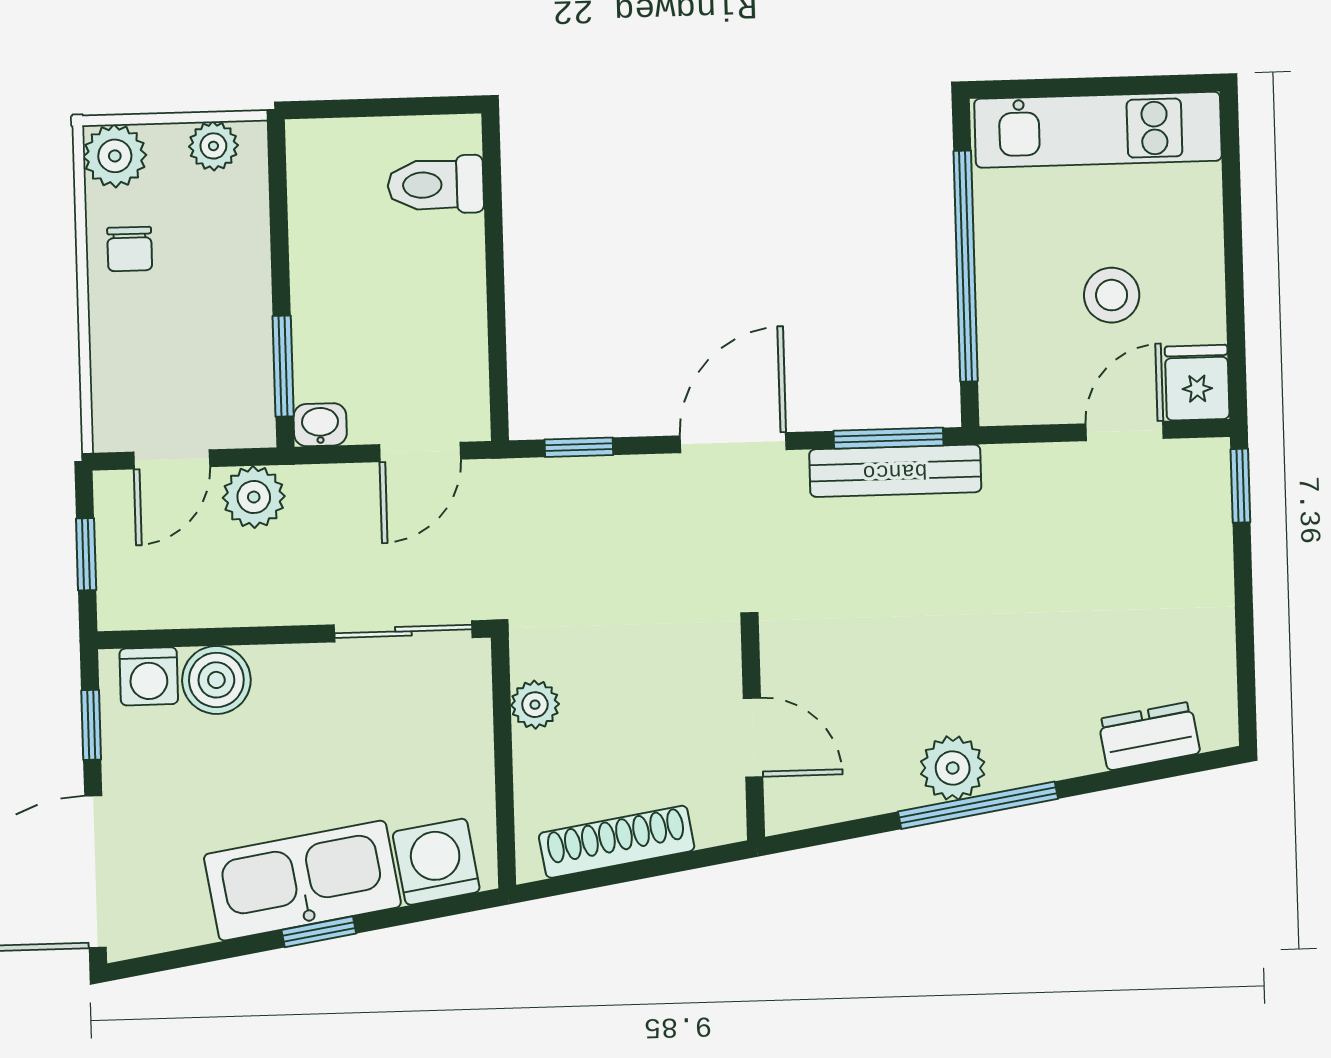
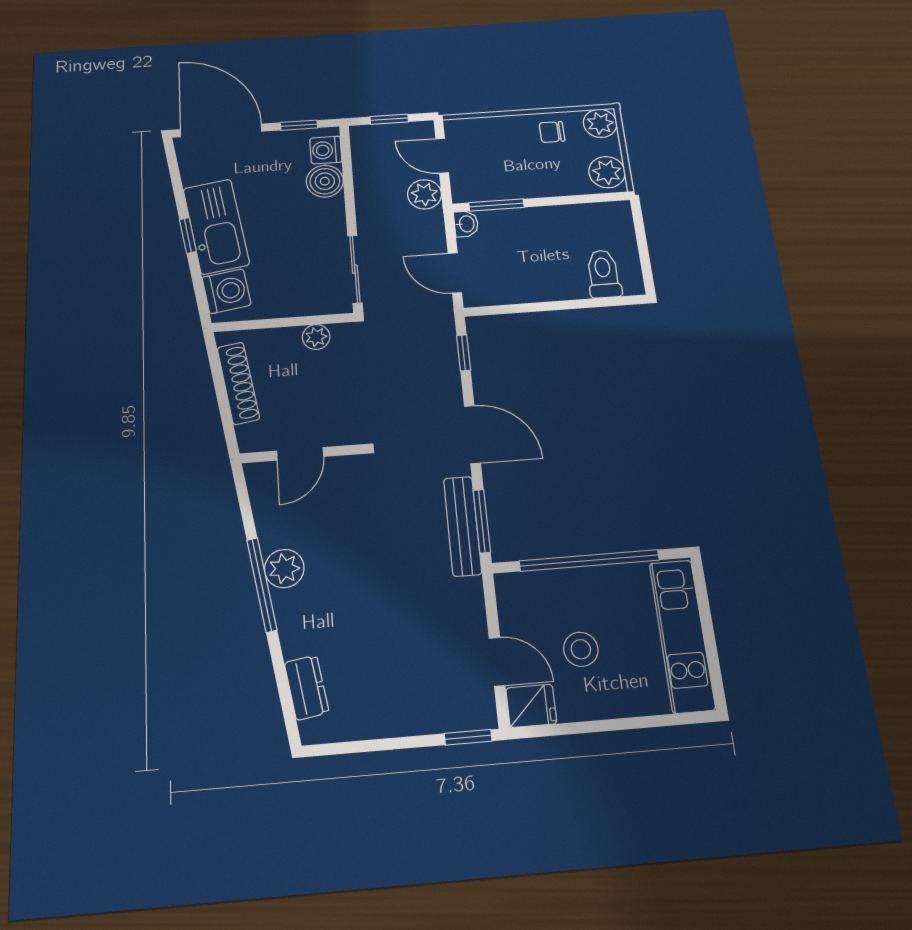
plant: (213, 146) -> (607, 172), width x1.38, depth x1.38

